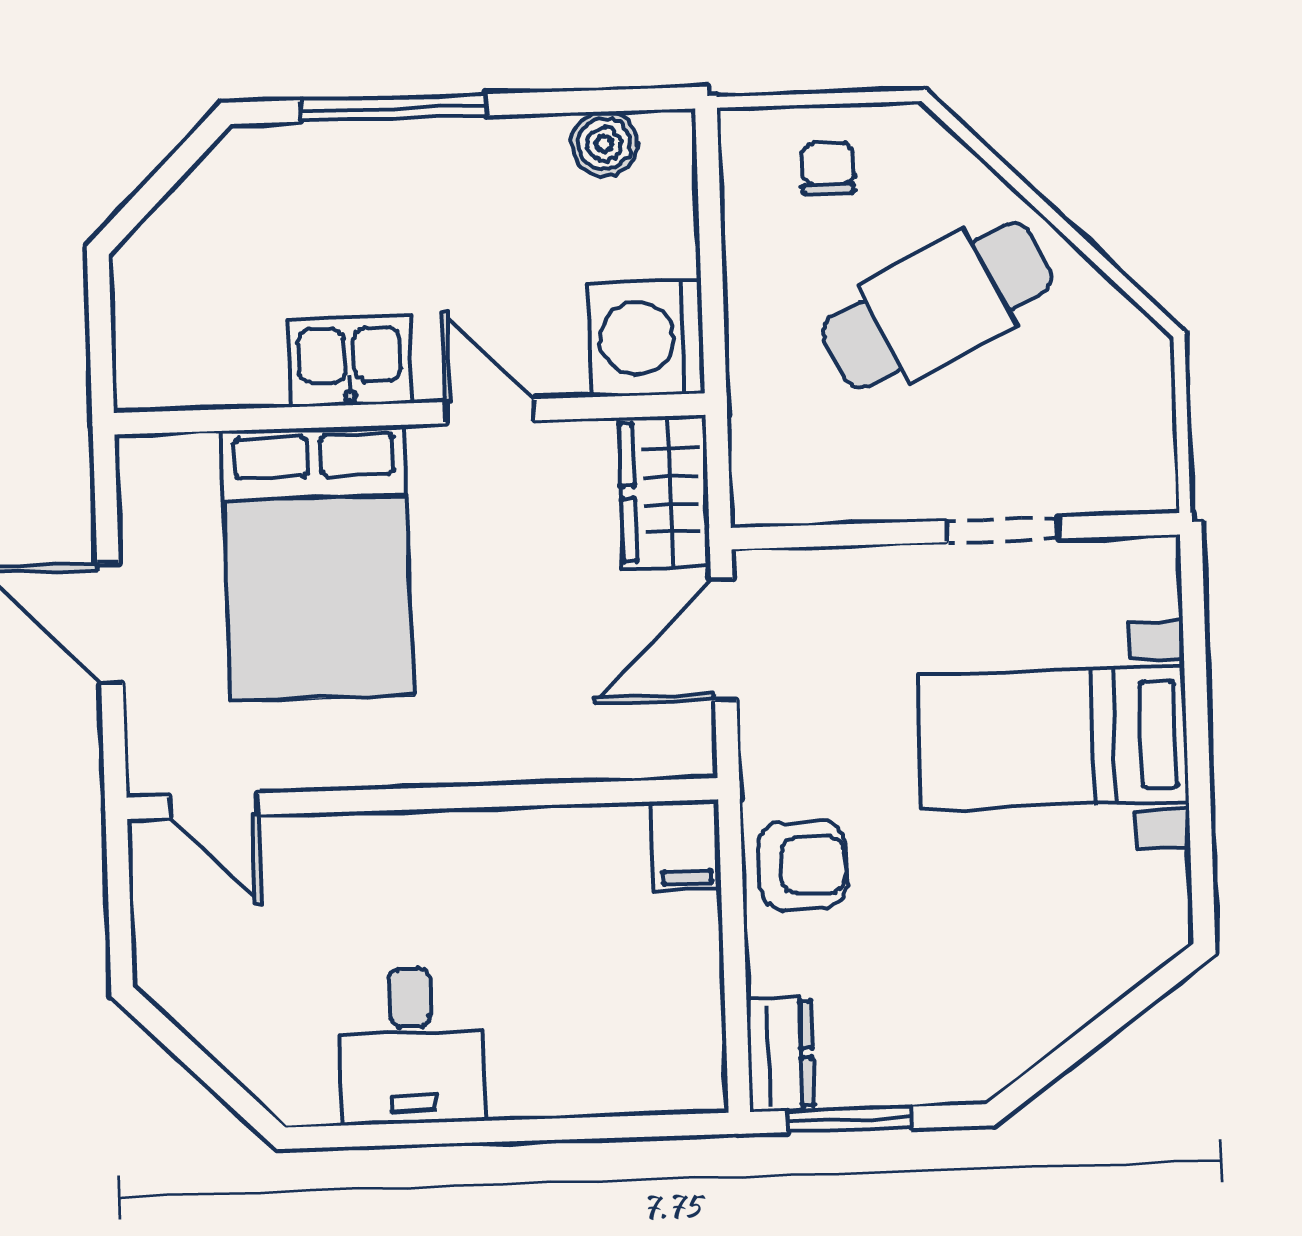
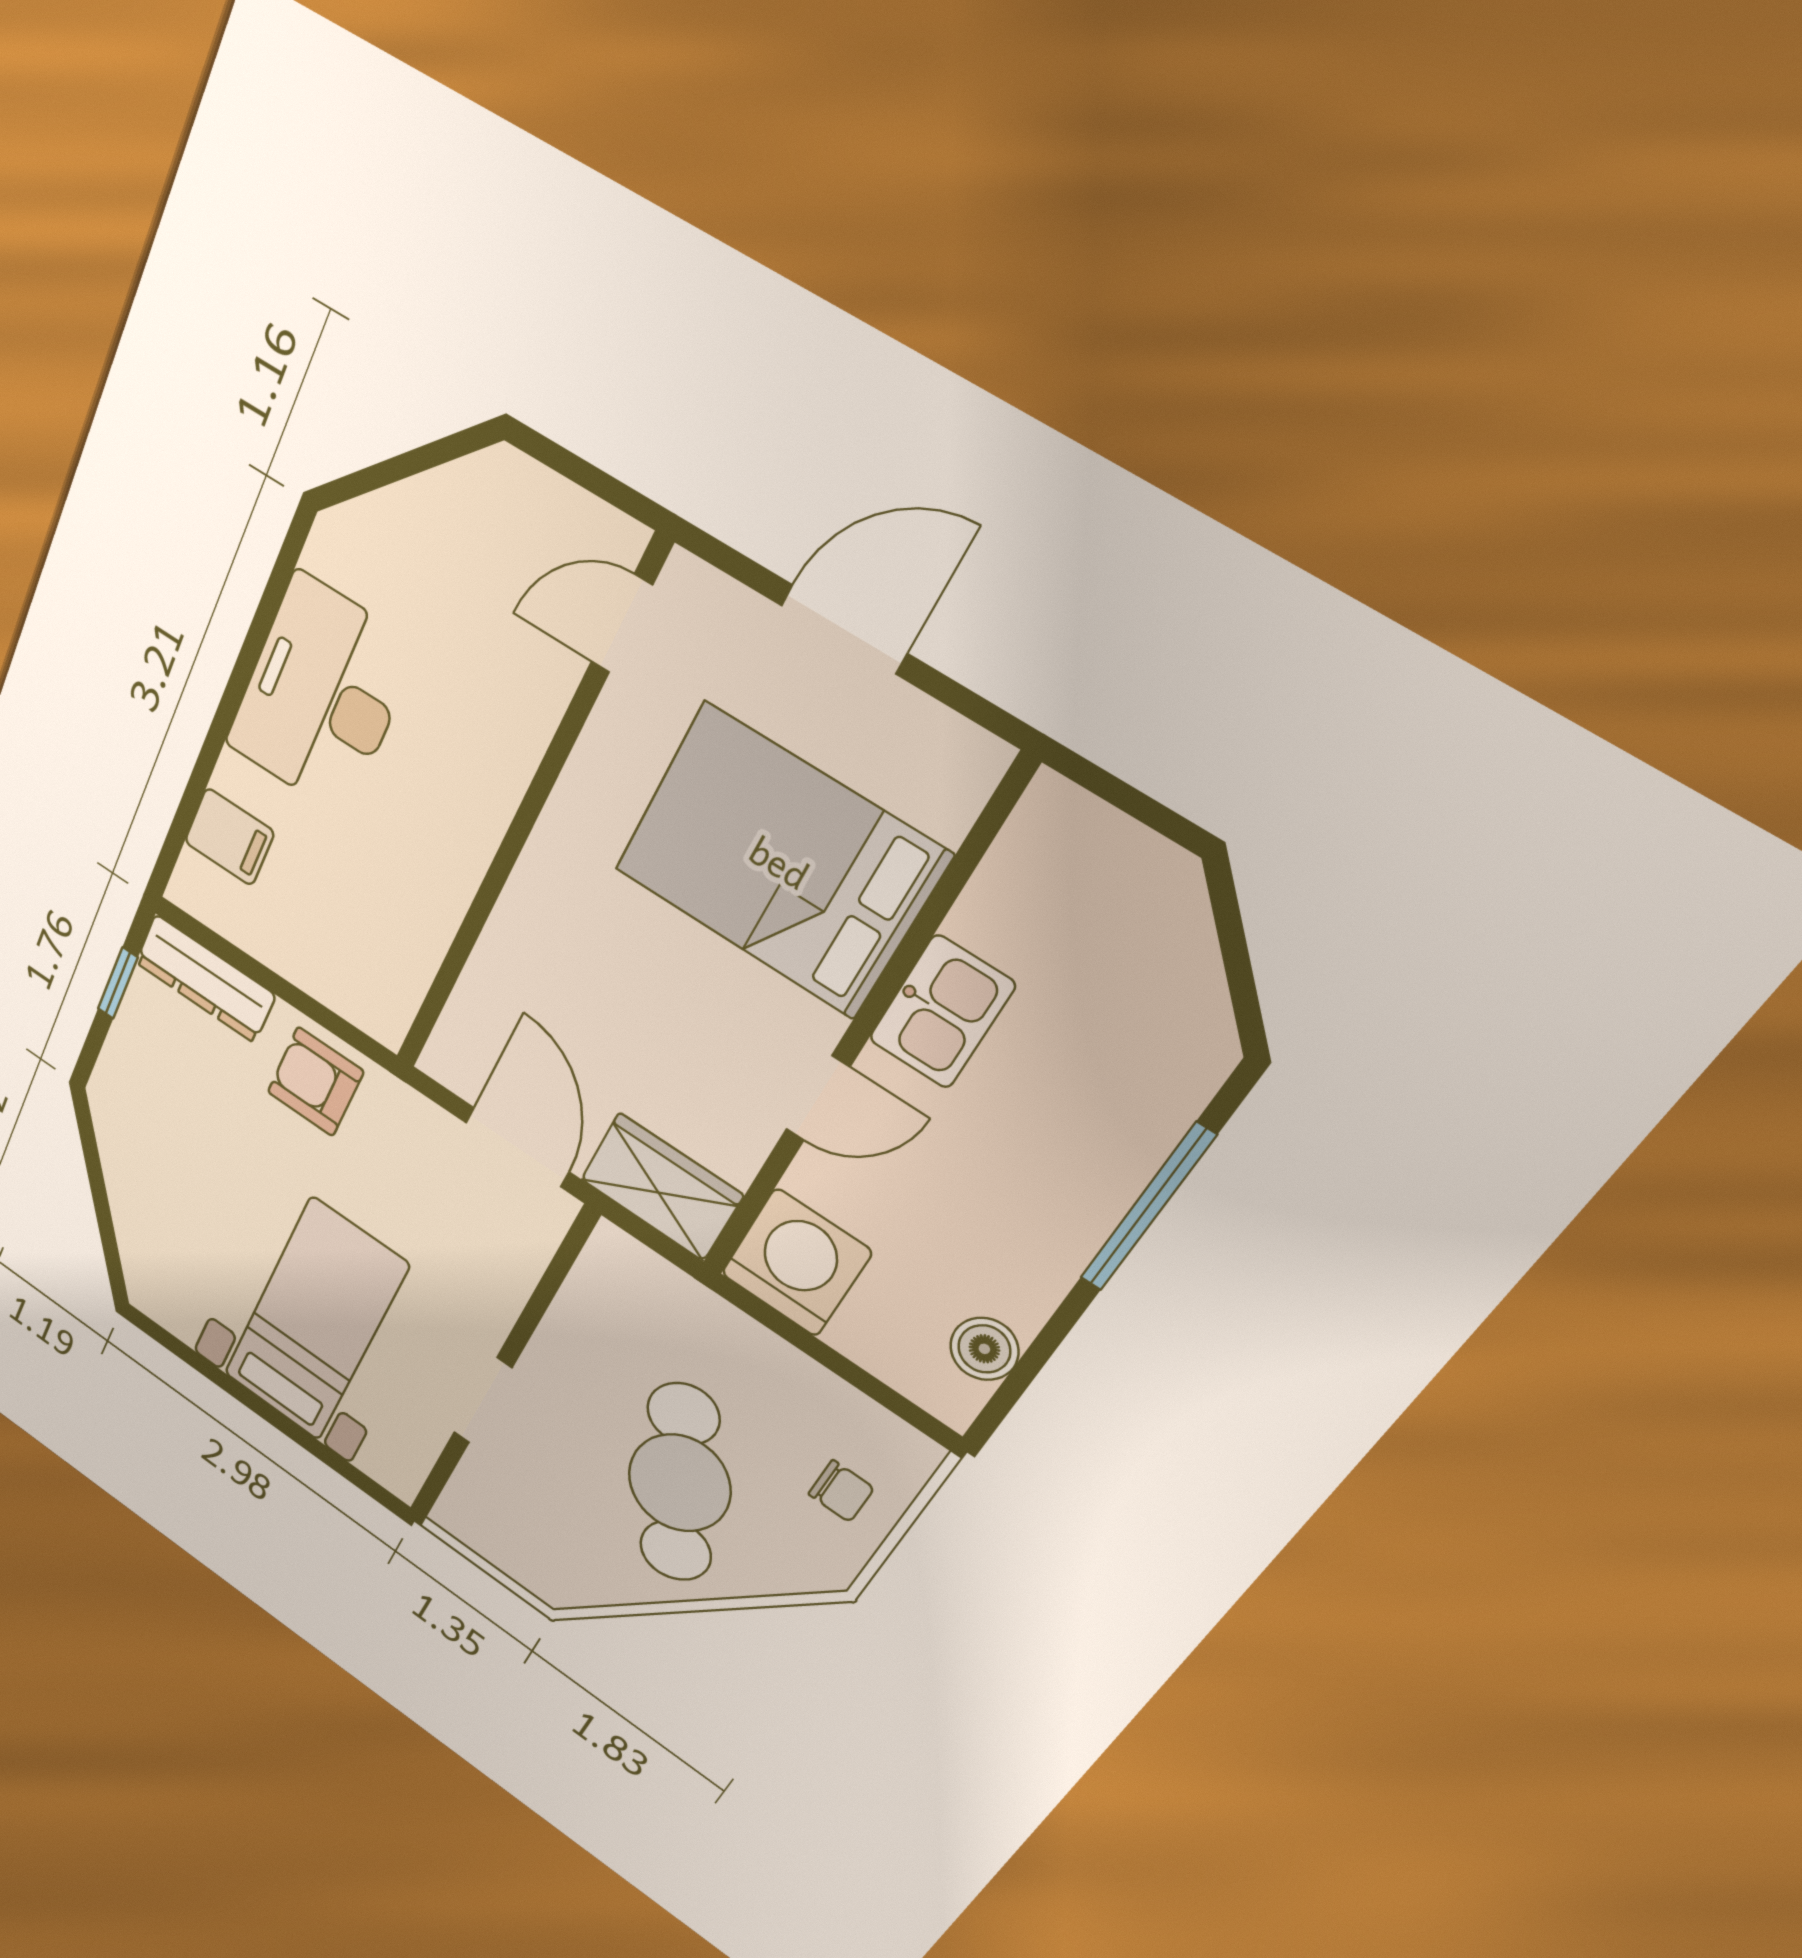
filing cabinet: (686, 846) -> (229, 837), moved, turned 180
armchair: (802, 865) -> (315, 1082), turned 90
desk: (412, 1045) -> (321, 696), width x1.37
dresser: (780, 1054) -> (205, 979), width x1.44
window: (849, 1119) -> (118, 983), width x0.67

